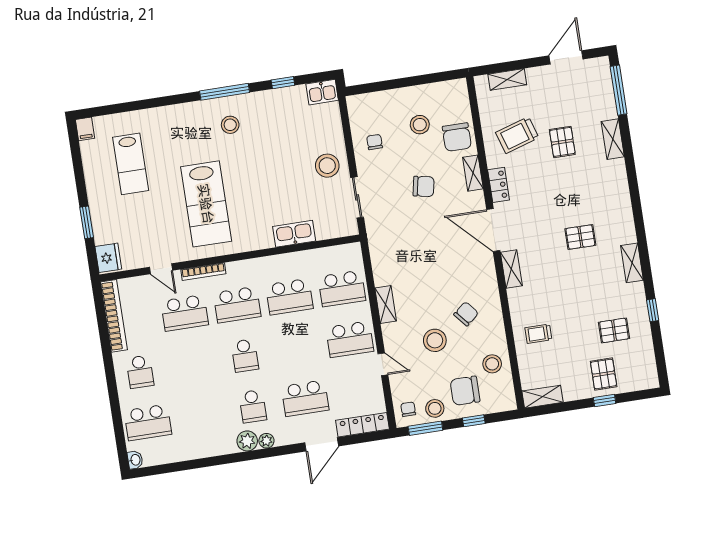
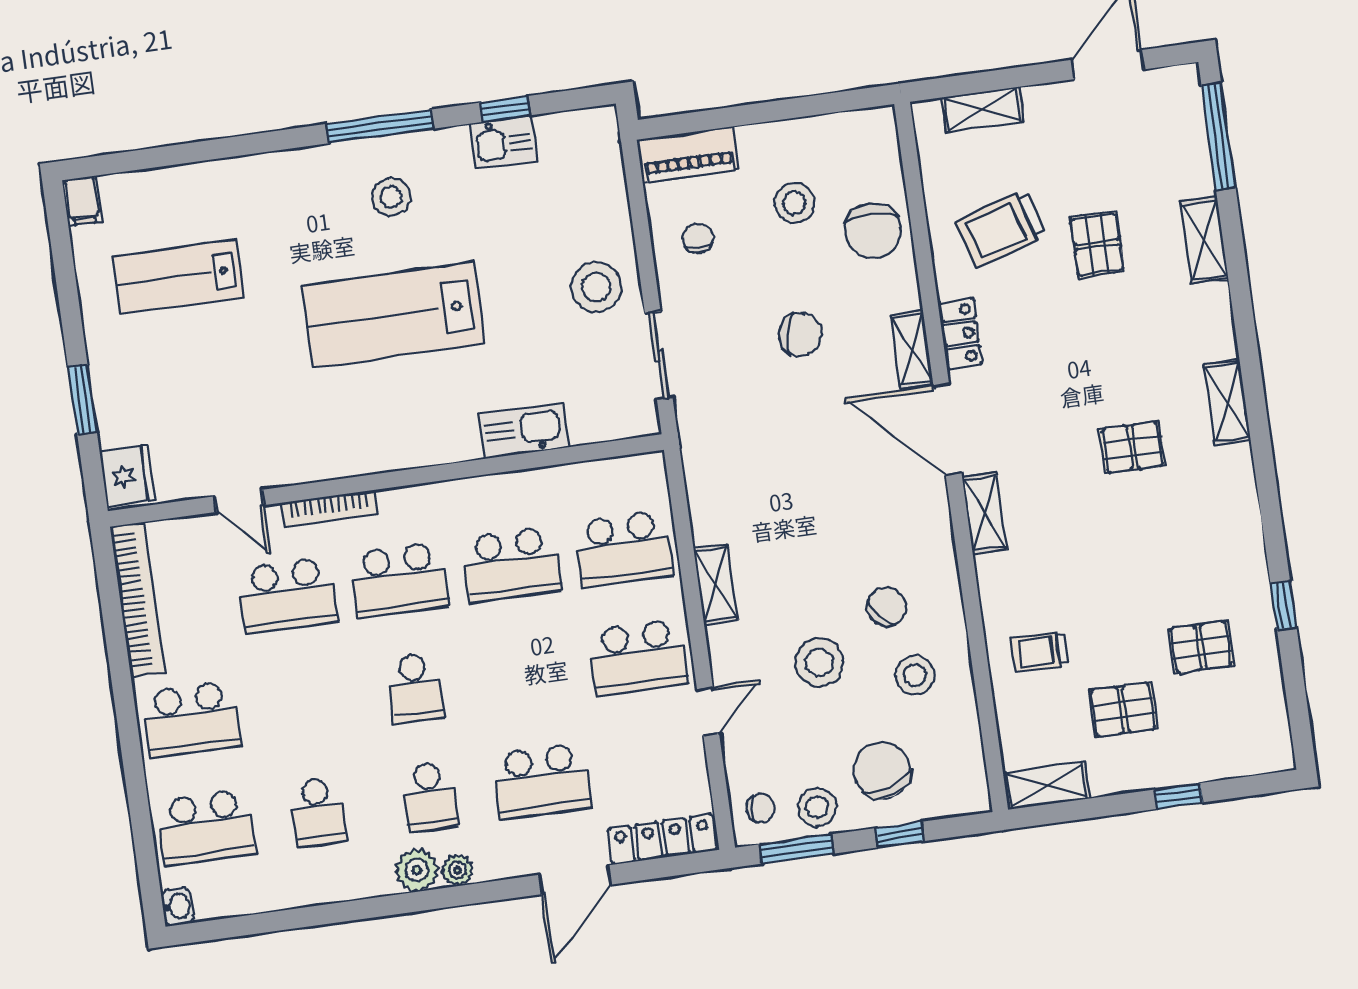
kitchen sink: (322, 92) -> (503, 142), moved
piano: (369, 103) -> (688, 155), added
lab bench: (131, 164) -> (178, 277), turned 90
shelving: (473, 173) -> (912, 349), moved
lab bench: (206, 204) -> (393, 315), moved, turned 90
shelving: (632, 263) -> (1227, 402), moved
door: (383, 364) -> (708, 711), hinge flipped
stool: (492, 364) -> (915, 675), moved
school desk: (140, 372) -> (191, 719), width x1.85
pallet: (604, 374) -> (1123, 709), moved, turned 90
chair: (465, 391) -> (882, 770), turned 72
chair: (408, 409) -> (760, 808), turned 90
school desk: (200, 414) -> (318, 812), added

